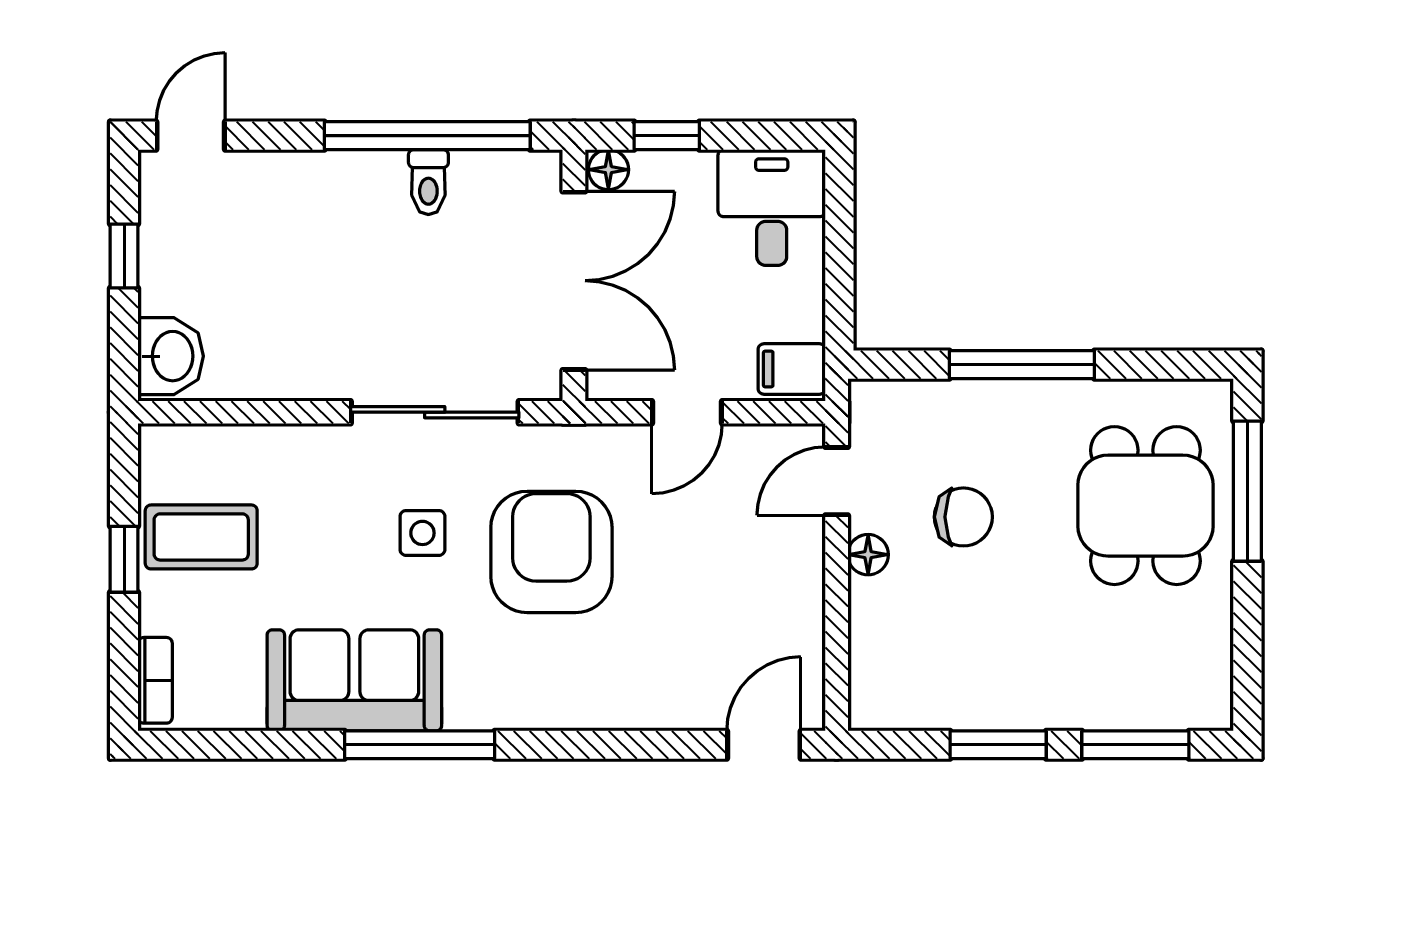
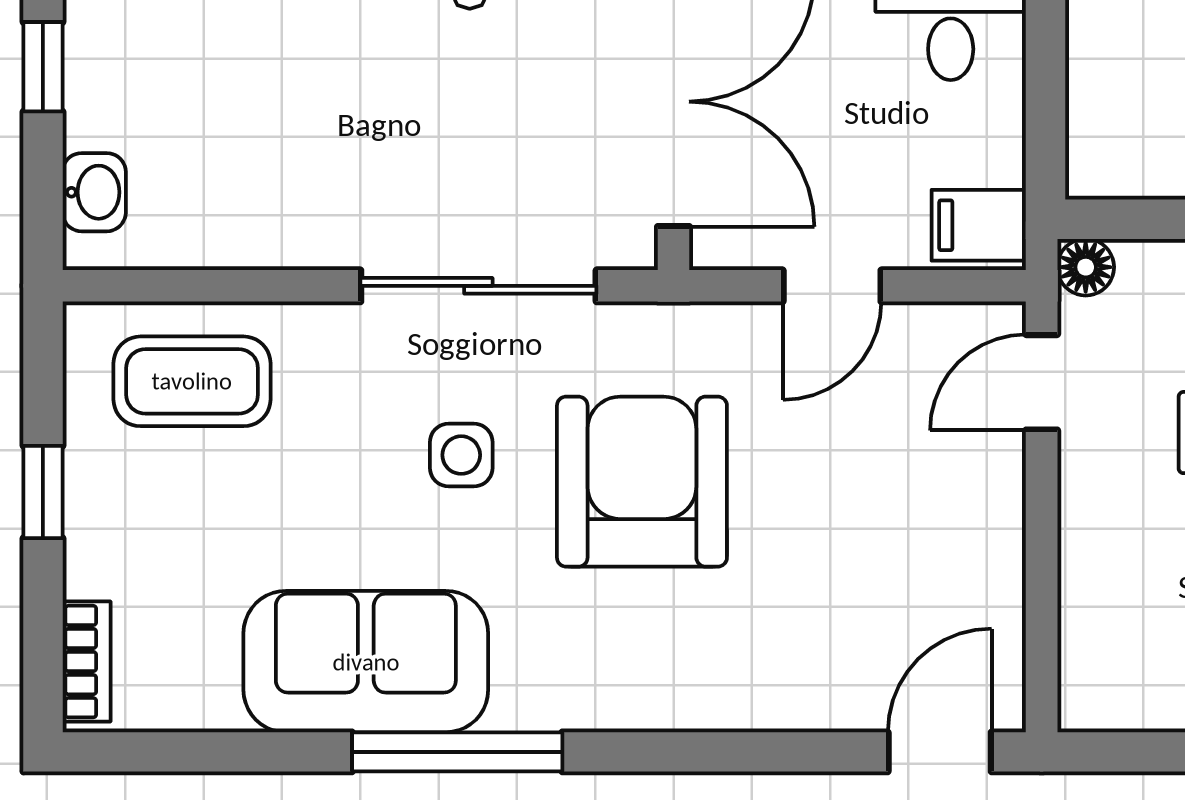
washbasin: (171, 356) -> (94, 192), width x0.72, depth x0.69
coffee table: (201, 537) -> (192, 381), moved
floor lamp: (868, 555) -> (1086, 267), moved

